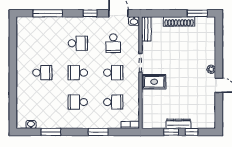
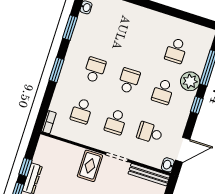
window: (90, 13) -> (197, 105), moved
plant: (63, 24) -> (190, 81), added
bench: (146, 29) -> (149, 175), width x1.36
school desk: (42, 73) -> (176, 51), moved
window: (98, 132) -> (57, 70), moved

